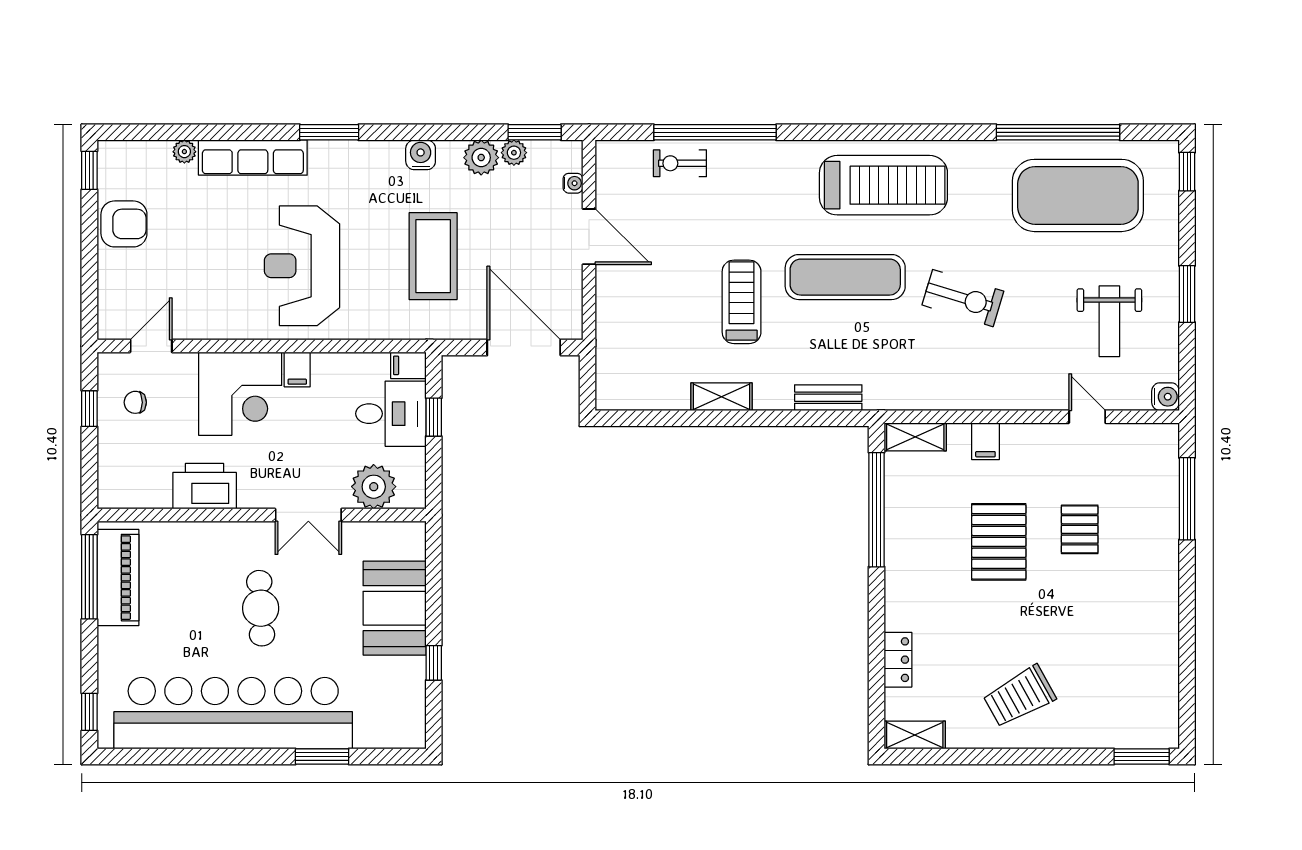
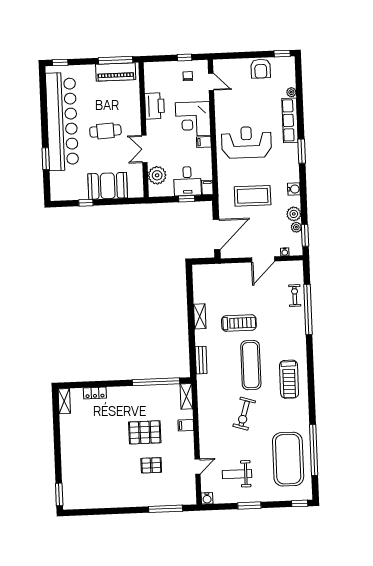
treadmill: (883, 185) -> (289, 379), width x0.73, depth x0.73
trolley: (1019, 696) -> (82, 443), removed

